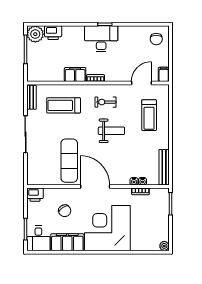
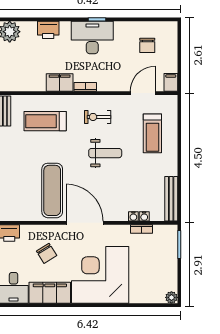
printer: (53, 33) -> (48, 30), moved
chair: (156, 39) -> (147, 45), moved

